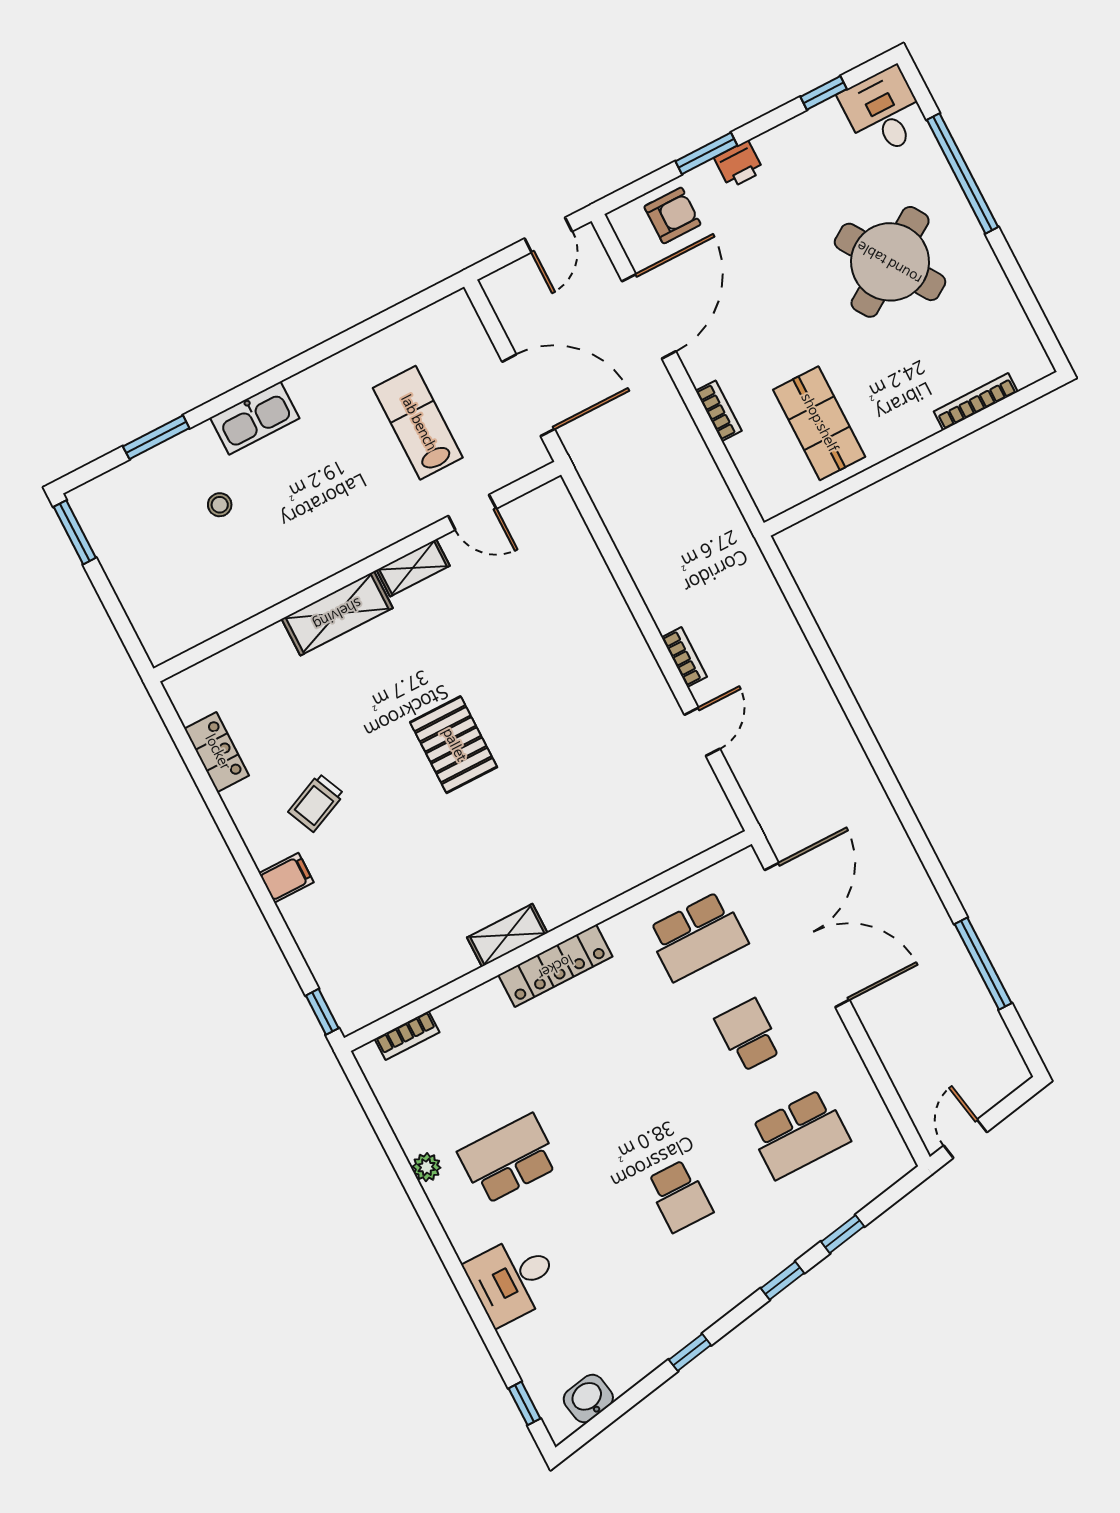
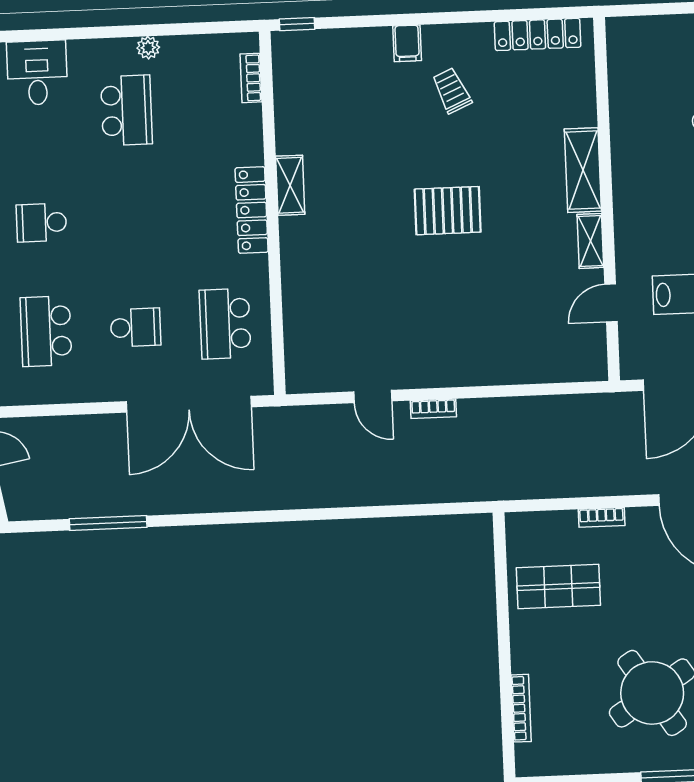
locker: (217, 752) -> (538, 34), width x1.53

